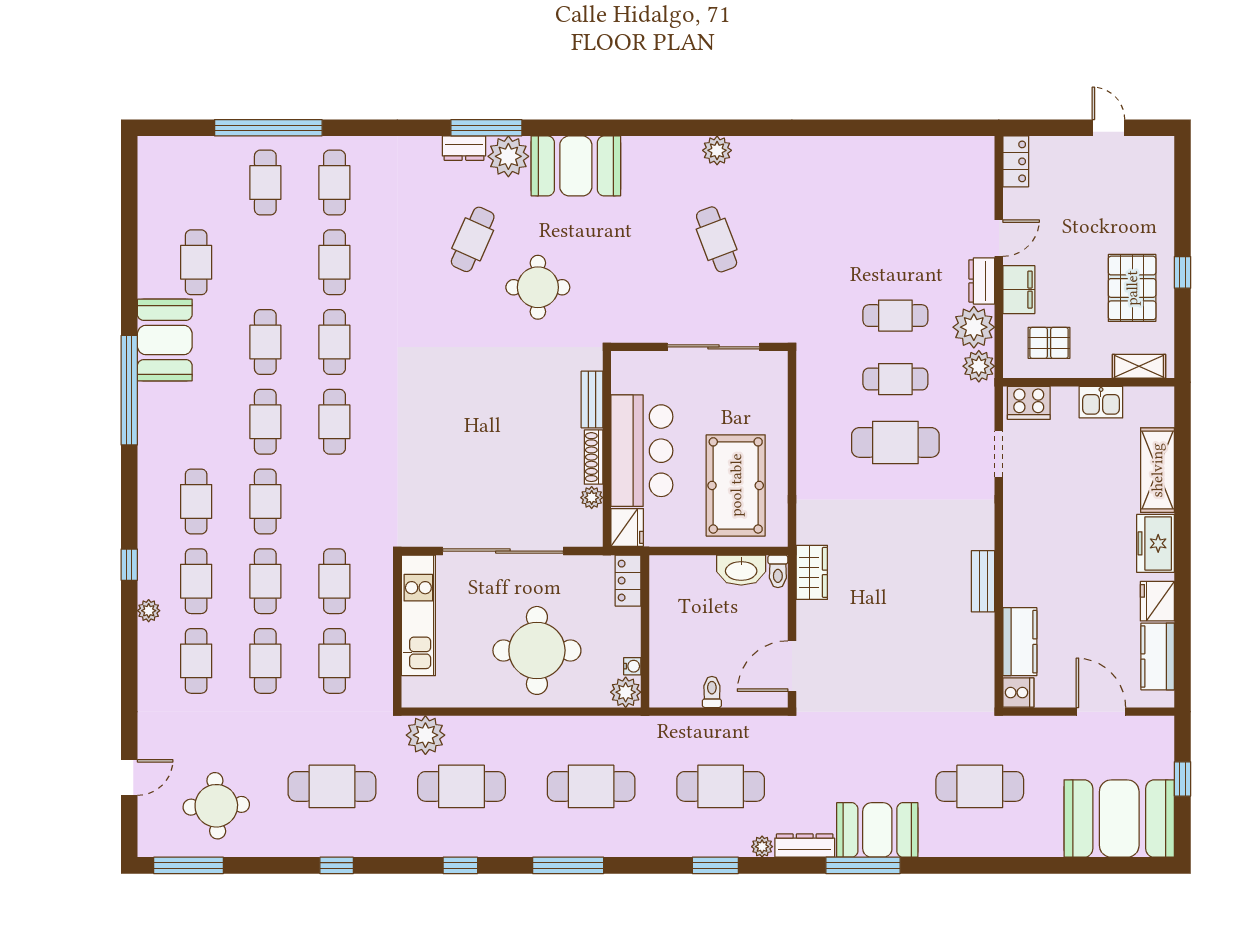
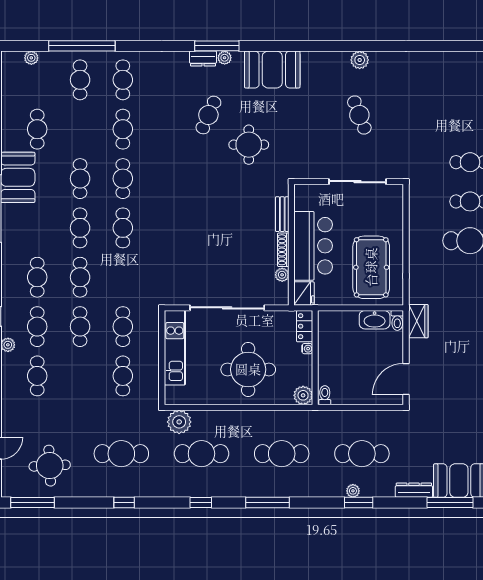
plant: (186, 147) -> (31, 58), added
plant: (508, 156) -> (225, 58), width x0.53, depth x0.53
cafe table: (265, 661) -> (80, 376), removed
water cooler: (632, 666) -> (307, 349), moved
toilet: (712, 692) -> (325, 395), moved
plant: (762, 847) -> (353, 491), moved

